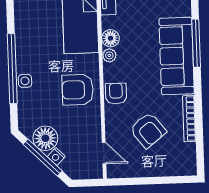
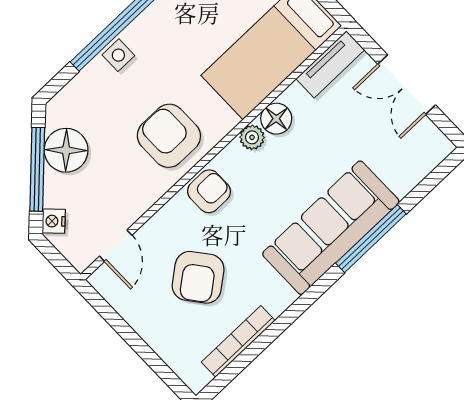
bookcase: (189, 119) -> (238, 341), moved
nightstand: (56, 157) -> (54, 221), moved

